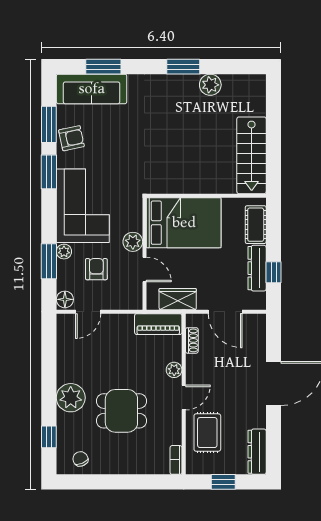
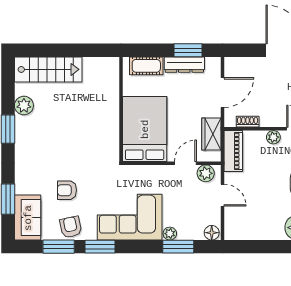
sofa: (92, 89) -> (28, 218), width x0.73
stairs: (252, 155) -> (48, 69), moved
plant: (133, 242) -> (206, 173), moved
armchair: (96, 269) -> (67, 190), moved
window: (274, 272) -> (188, 50), width x1.50
door: (88, 312) -> (222, 195), moved

